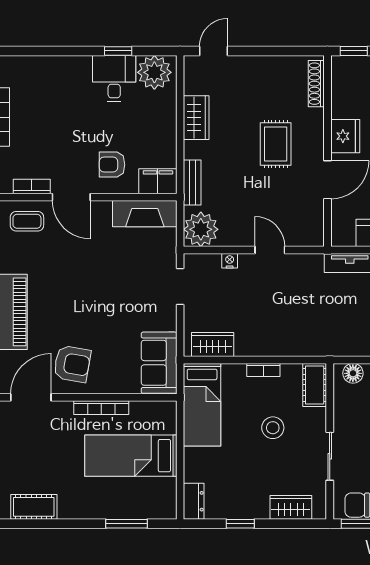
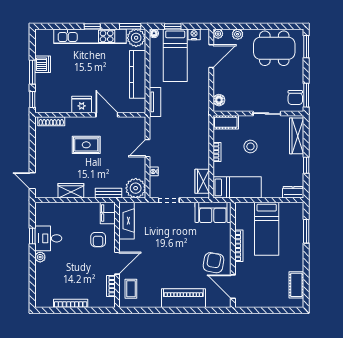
plant: (154, 72) -> (40, 257), moved, width x0.53, depth x0.53
wardrobe: (291, 507) -> (297, 136), width x1.50

